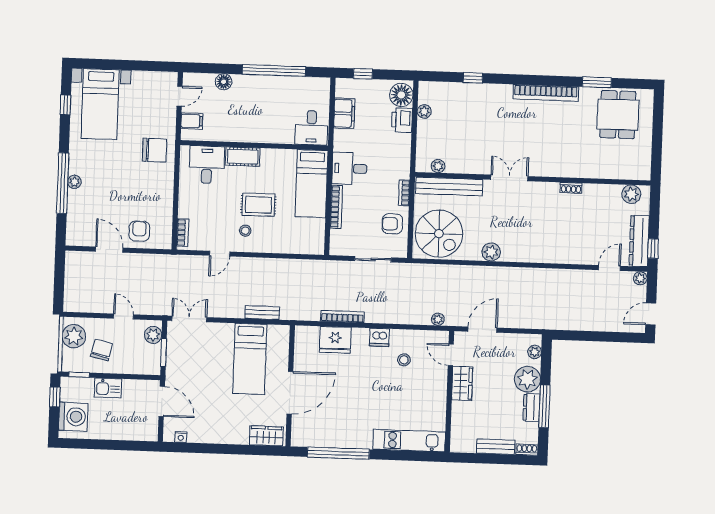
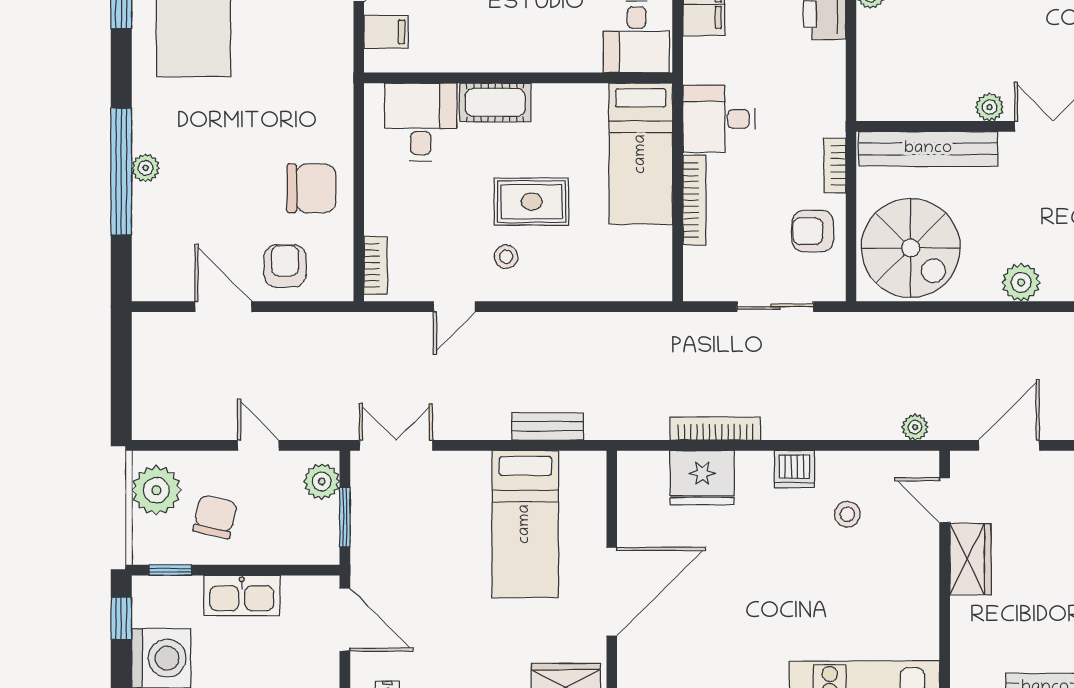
chair: (154, 150) -> (311, 188), moved
plant: (438, 166) -> (990, 107), moved
kitchen sink: (108, 388) -> (242, 595), width x1.38

